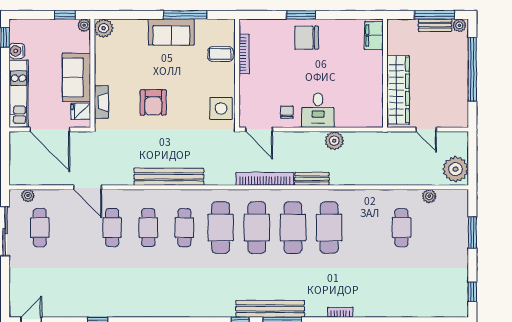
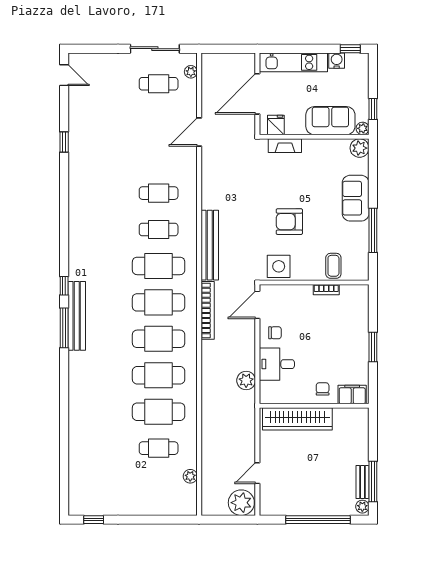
sofa: (171, 32) -> (356, 198), moved
filing cabinet: (374, 35) -> (352, 394), moved
chair: (307, 38) -> (323, 389), moved, width x0.54, depth x0.54
bookcase: (244, 54) -> (326, 290), width x0.64
wall: (385, 73) -> (314, 406), moved
sofa: (76, 77) -> (330, 121), moved
wardrobe: (398, 90) -> (297, 419), moved
armchair: (153, 102) -> (289, 222), moved
plant: (455, 169) -> (241, 503), moved
bench: (169, 177) -> (210, 245), moved
bench: (312, 179) -> (208, 358), removed
cafe table: (112, 228) -> (159, 412), moved, width x1.37, depth x1.35
window: (472, 233) -> (154, 520), removed
bookcase: (340, 312) -> (73, 387), removed

